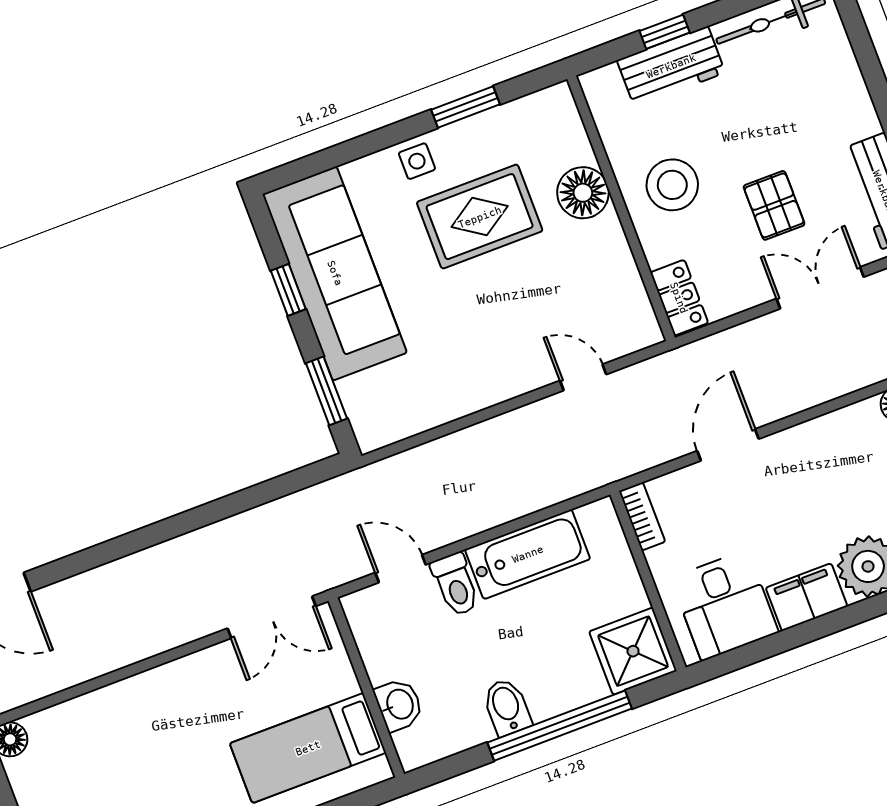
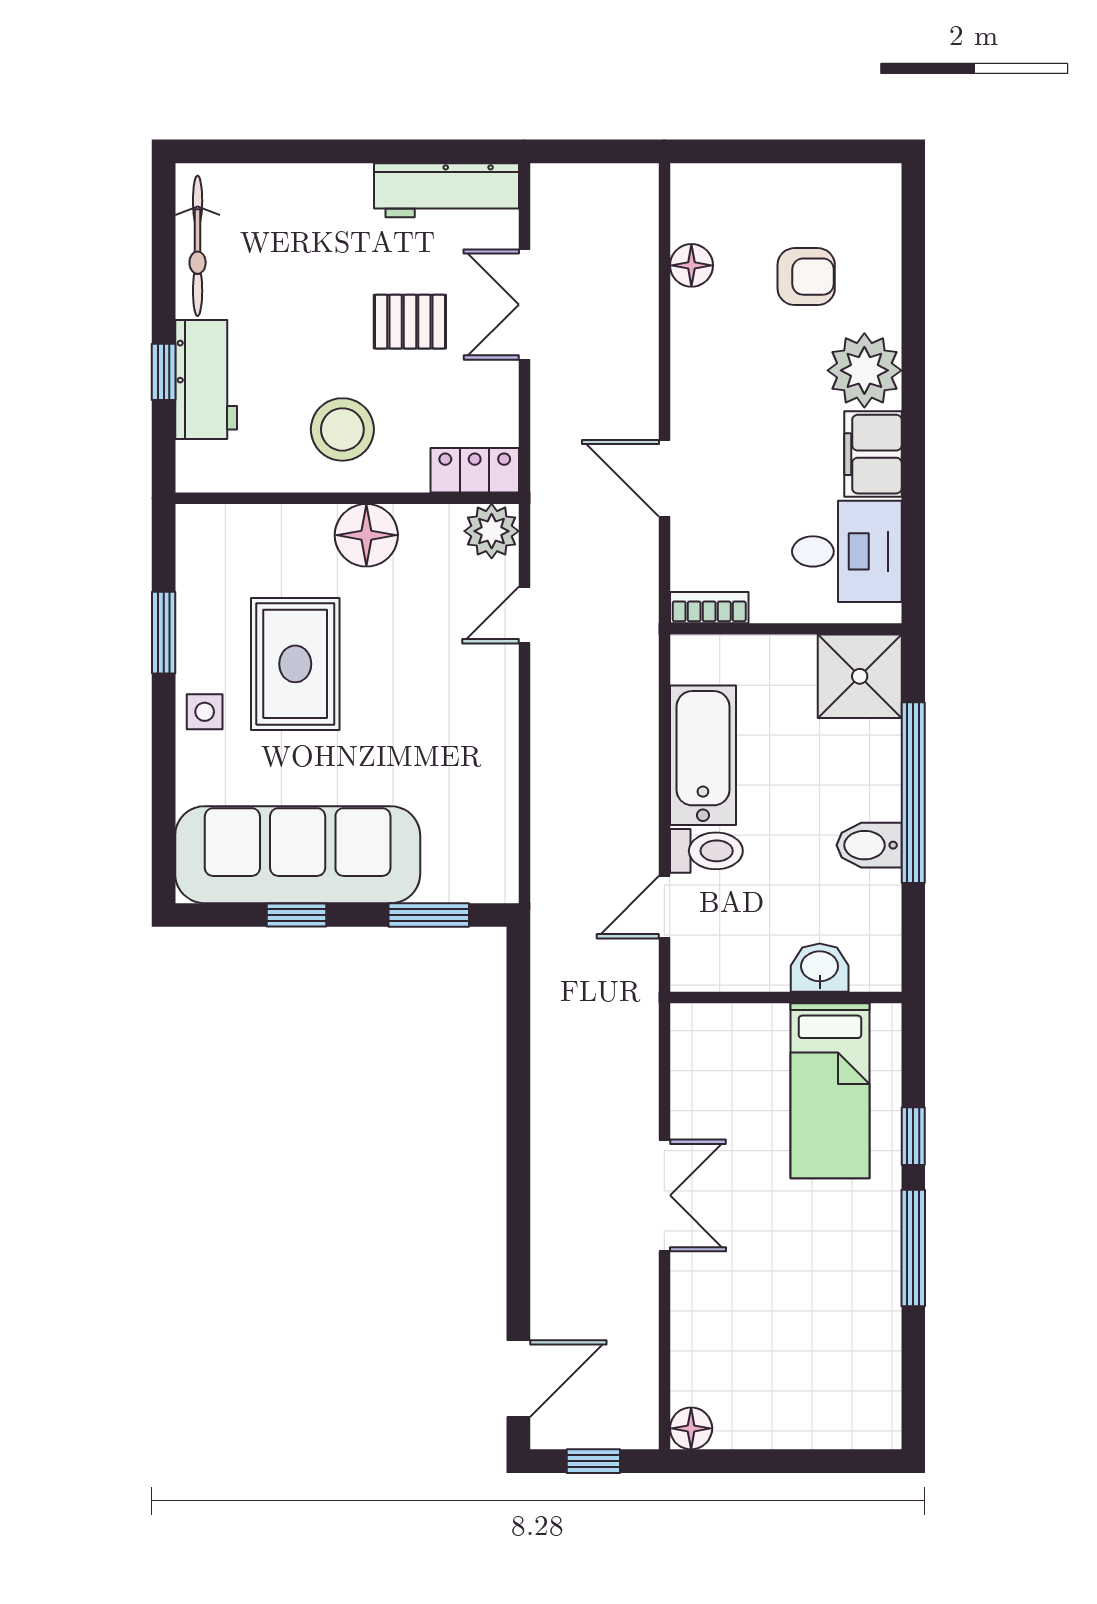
floor lamp: (583, 193) -> (366, 535), moved
plant: (638, 328) -> (492, 531), added
double door: (272, 617) -> (664, 1195), moved

